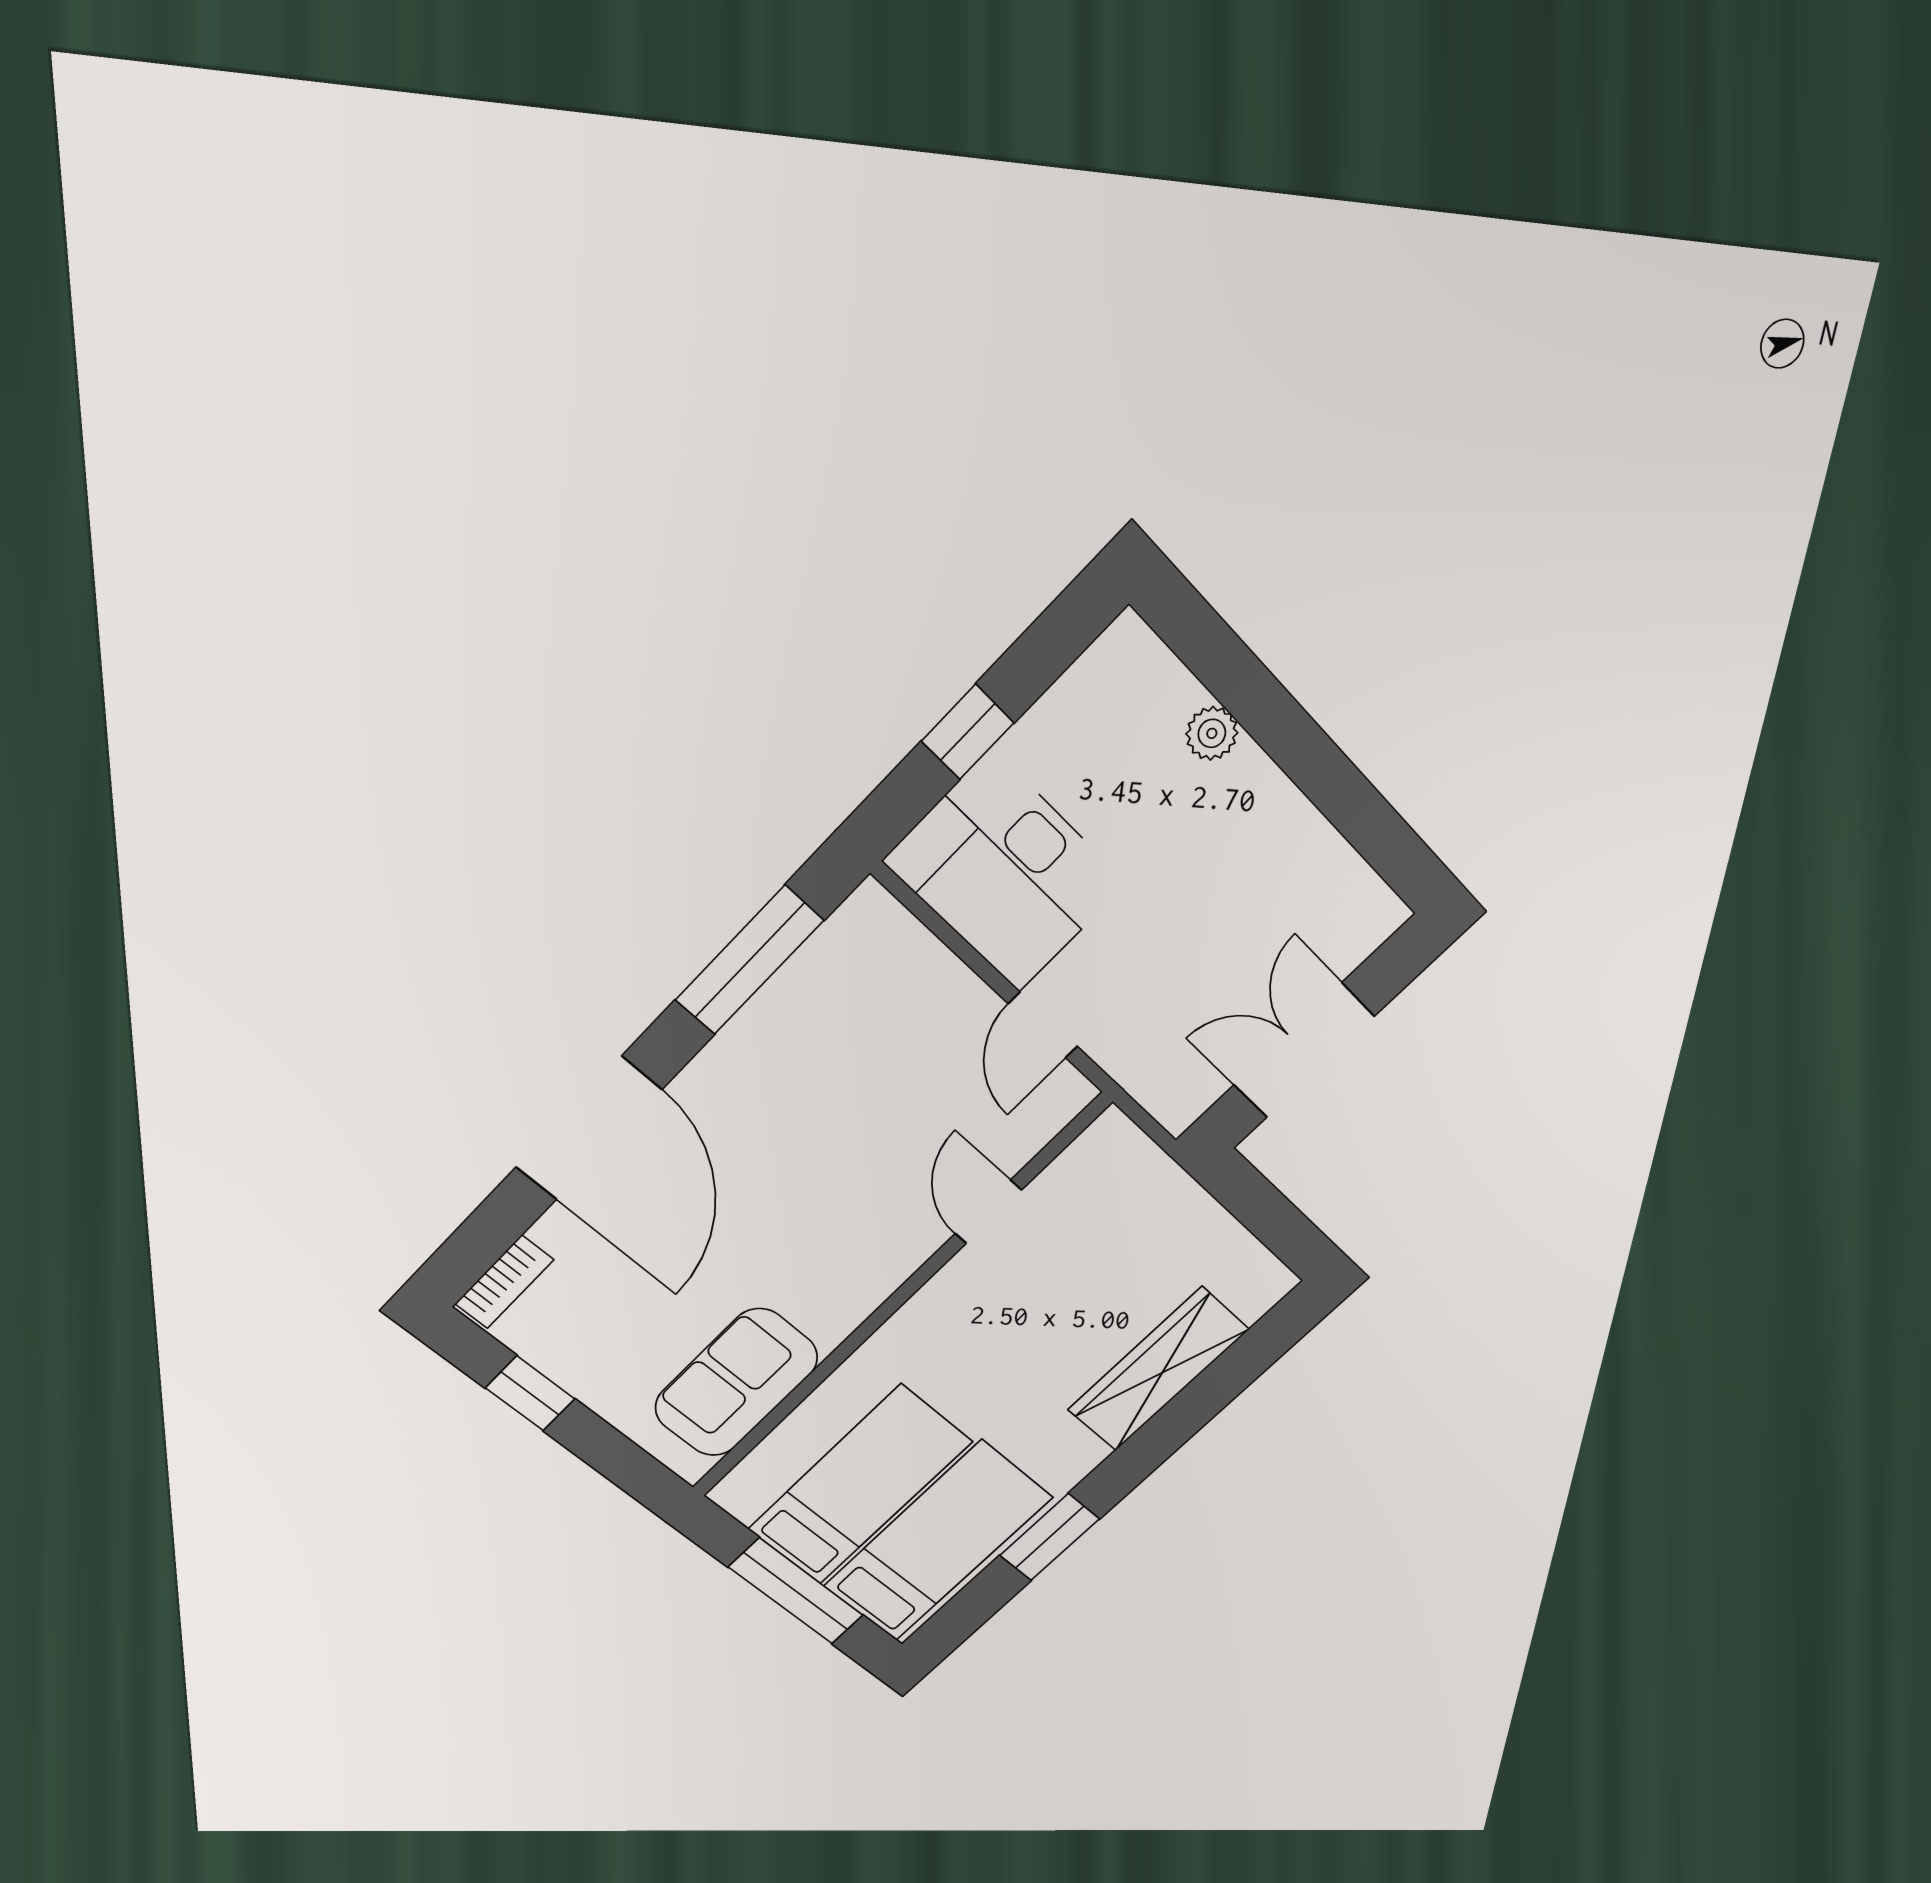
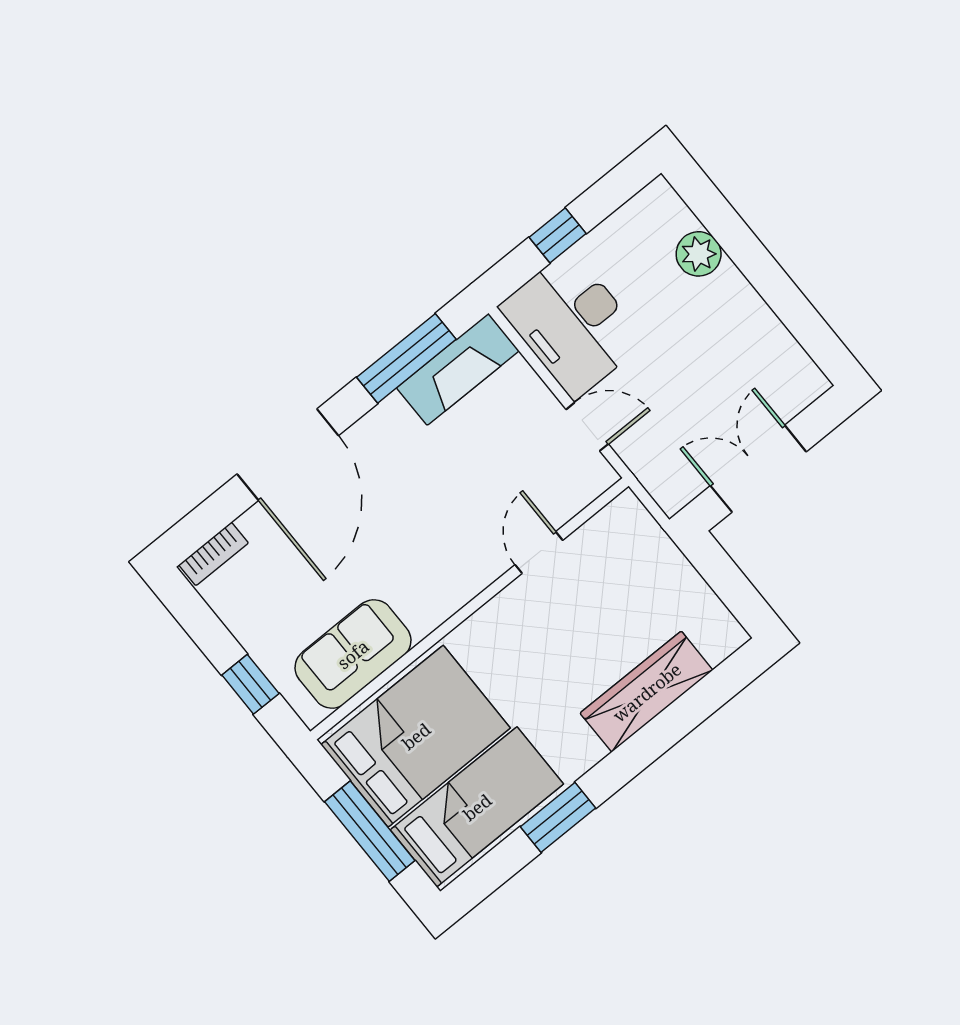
plant: (1212, 733) -> (699, 254), width x1.38, depth x1.38
fireplace: (833, 966) -> (458, 369), added
door: (1043, 1025) -> (587, 427), swing flipped
window: (530, 1393) -> (250, 684), moved
bed: (860, 1485) -> (416, 736), width x1.50

